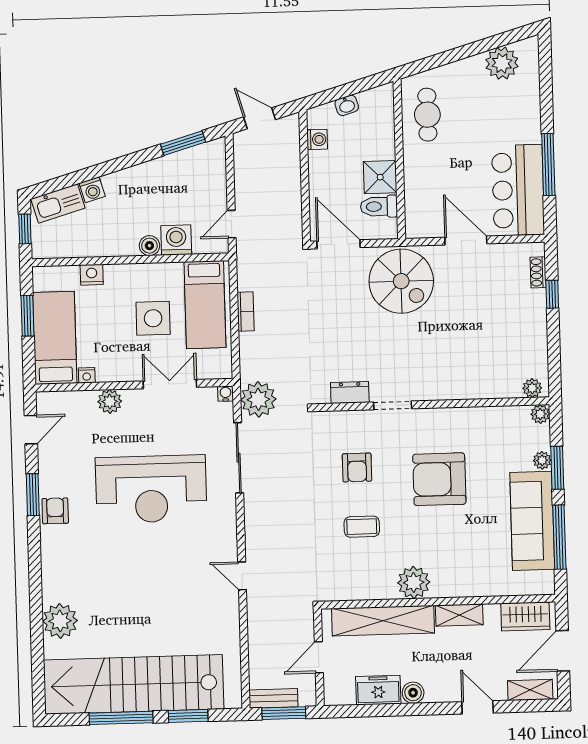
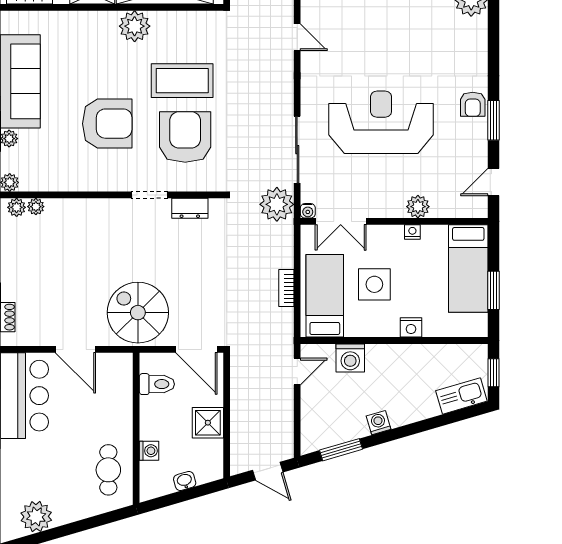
washing machine: (317, 139) -> (149, 451), moved, turned 180
shower: (380, 177) -> (208, 423), moved
washing machine: (92, 190) -> (379, 423), moved
boiler: (149, 246) -> (376, 353), removed
nightstand: (92, 275) -> (411, 327), moved
nightstand: (87, 375) -> (412, 232), moved
double door: (170, 384) -> (341, 221), moved
plant: (512, 390) -> (36, 207), added
armchair: (357, 467) -> (185, 137), width x1.88, depth x1.88
coffee table: (362, 527) -> (182, 81), width x1.86, depth x1.72

